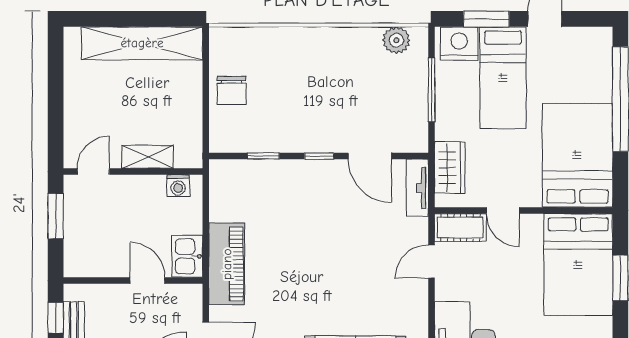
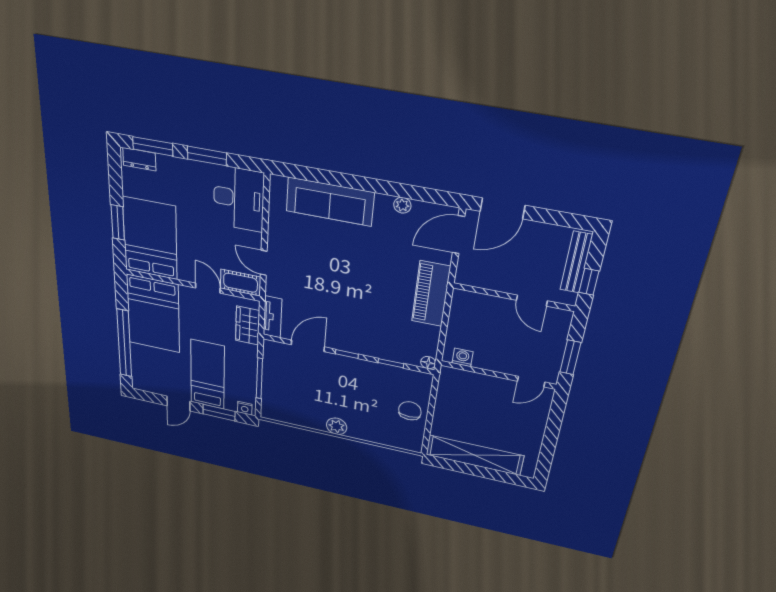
plant: (396, 40) -> (337, 426), moved
nightstand: (459, 44) -> (245, 408), width x0.53, depth x0.56
door: (370, 156) -> (308, 346), hinge flipped
shelving: (148, 157) -> (484, 382), removed
floor lamp: (218, 168) -> (428, 363), added
kitchen sink: (187, 256) -> (463, 306), removed
door: (431, 262) -> (264, 263), swing flipped
door: (147, 281) -> (532, 301), moved

